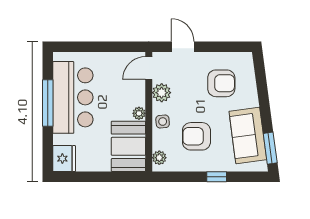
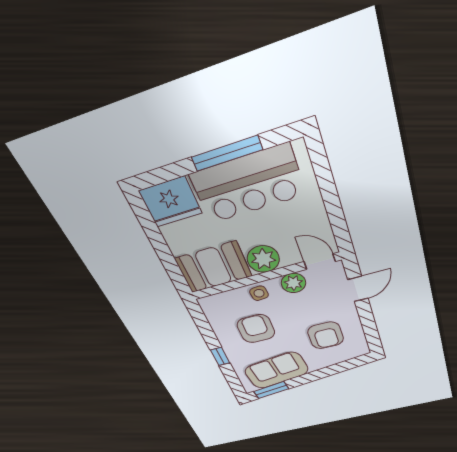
plant: (139, 113) -> (263, 259), width x1.87, depth x1.87
plant: (159, 158) -> (215, 301), removed
fridge: (64, 159) -> (170, 202), width x1.36, depth x1.34

